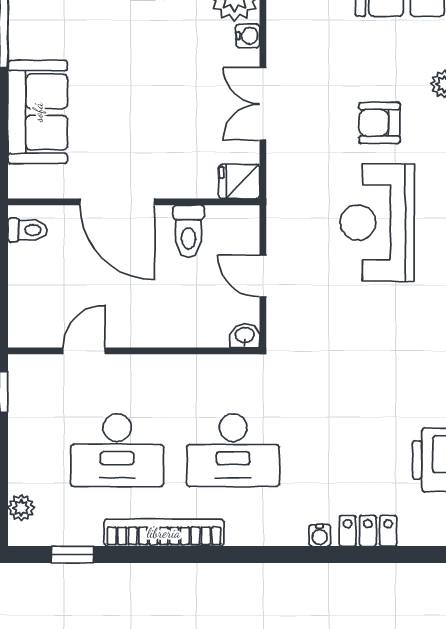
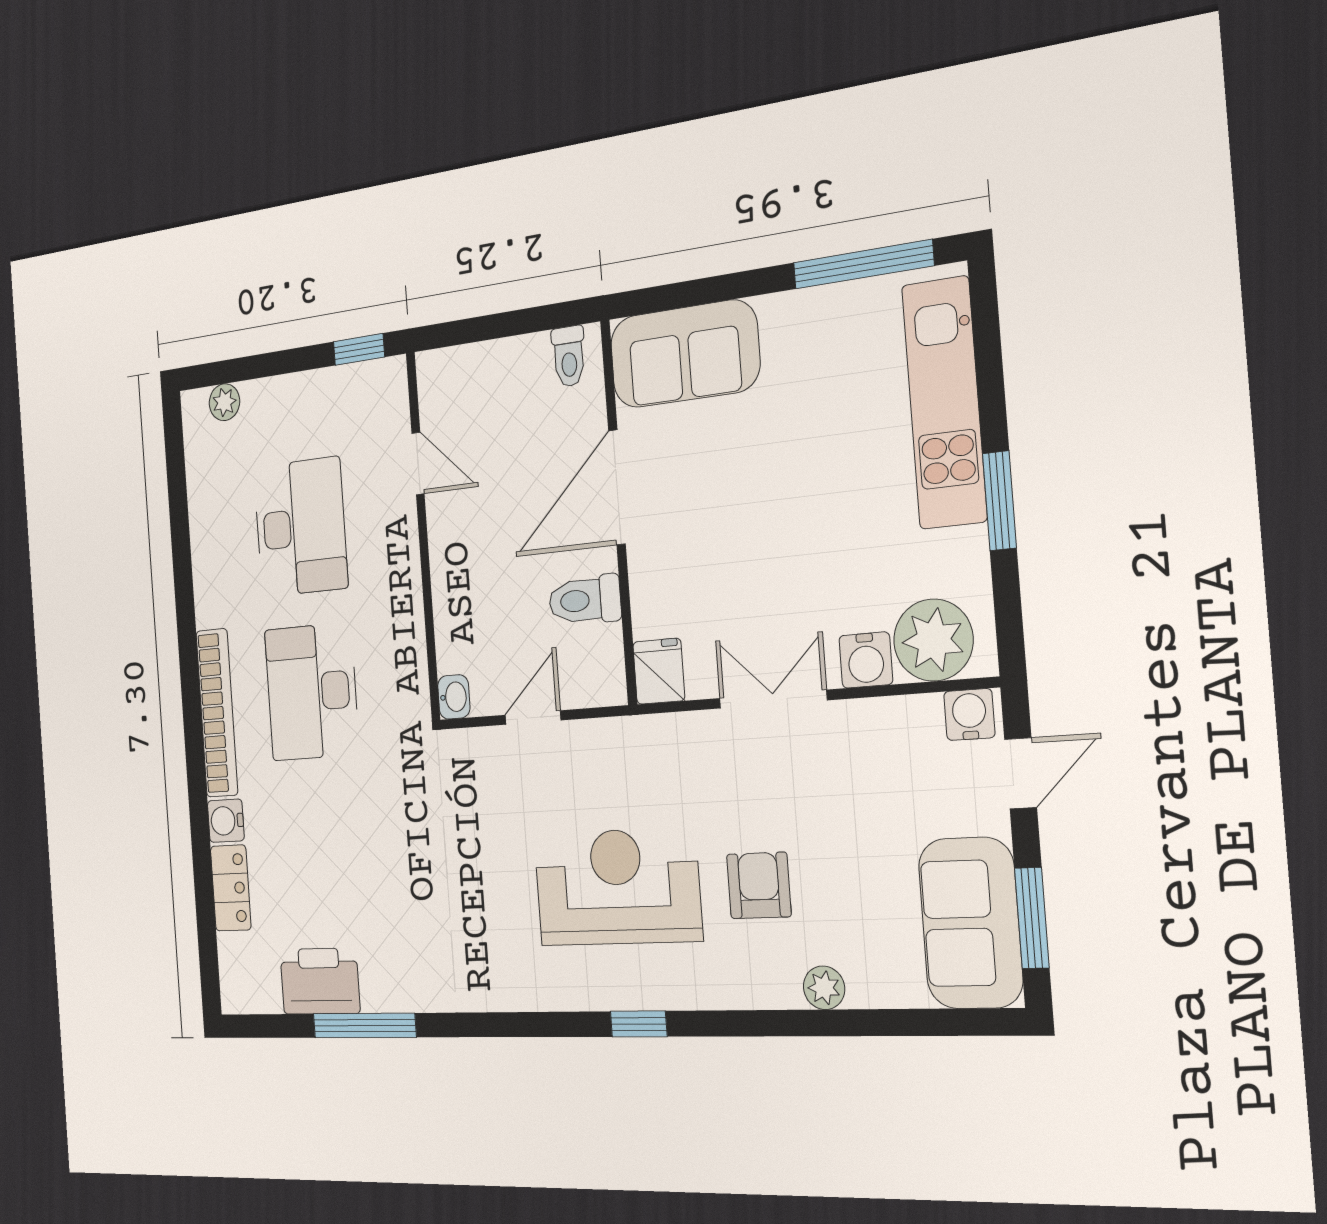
water cooler: (248, 36) -> (866, 660), width x1.38, depth x1.38
sofa: (38, 112) -> (684, 354), moved
desk: (117, 450) -> (300, 527), turned 180
bookcase: (164, 533) -> (217, 713), moved
water cooler: (320, 535) -> (226, 821), width x1.38, depth x1.38
window: (72, 554) -> (177, 481), removed

